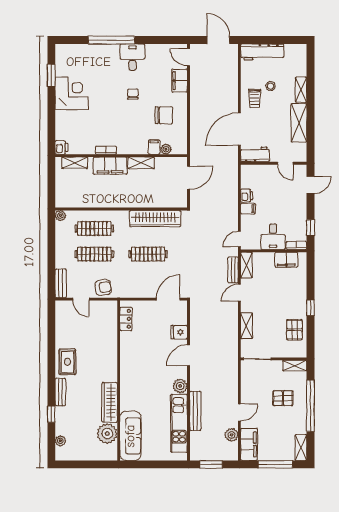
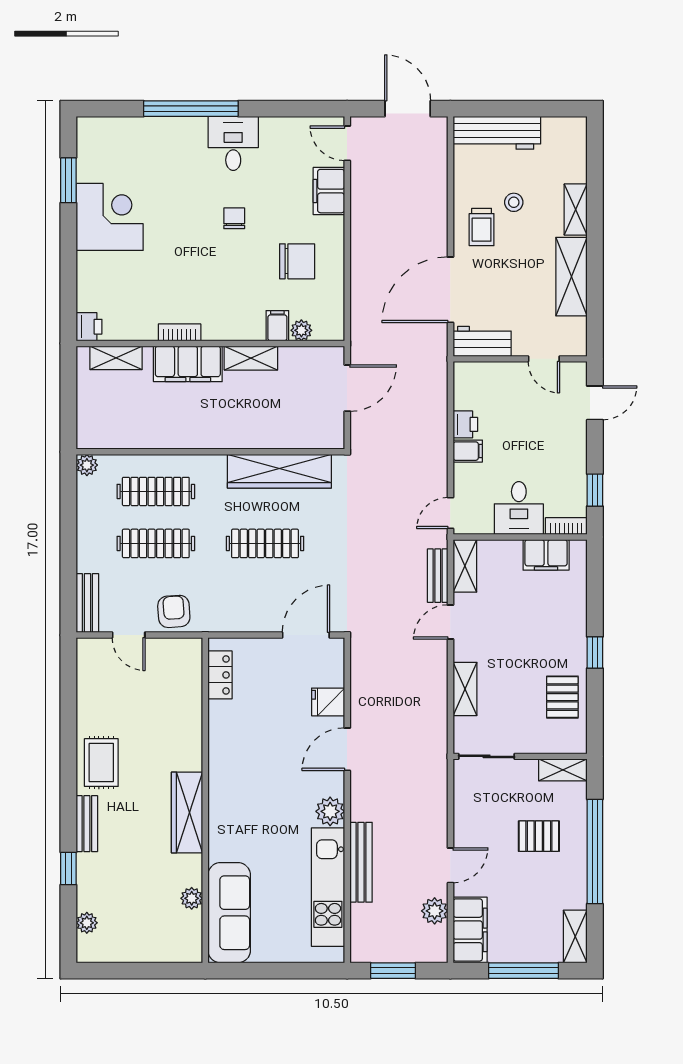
armchair: (103, 288) -> (174, 611), turned -85
wardrobe: (110, 402) -> (187, 813), moved
plant: (107, 434) -> (192, 898), width x0.53, depth x0.53

